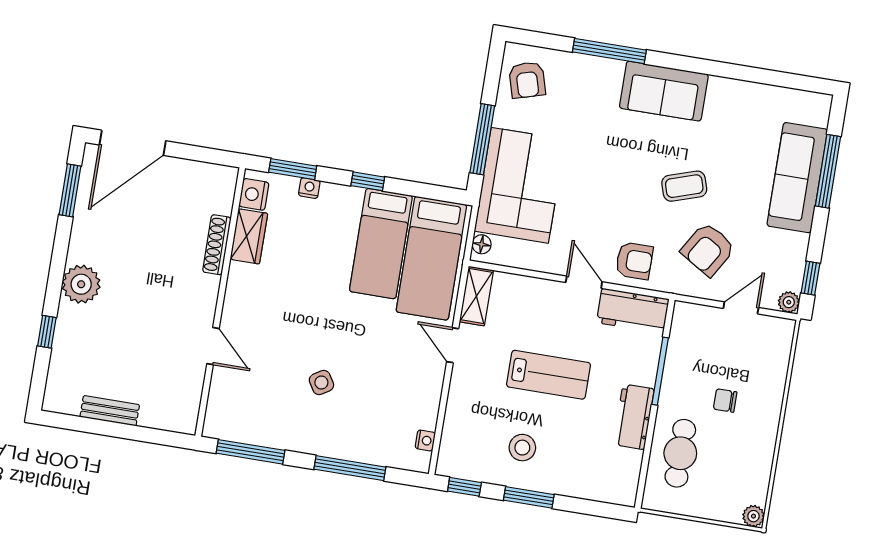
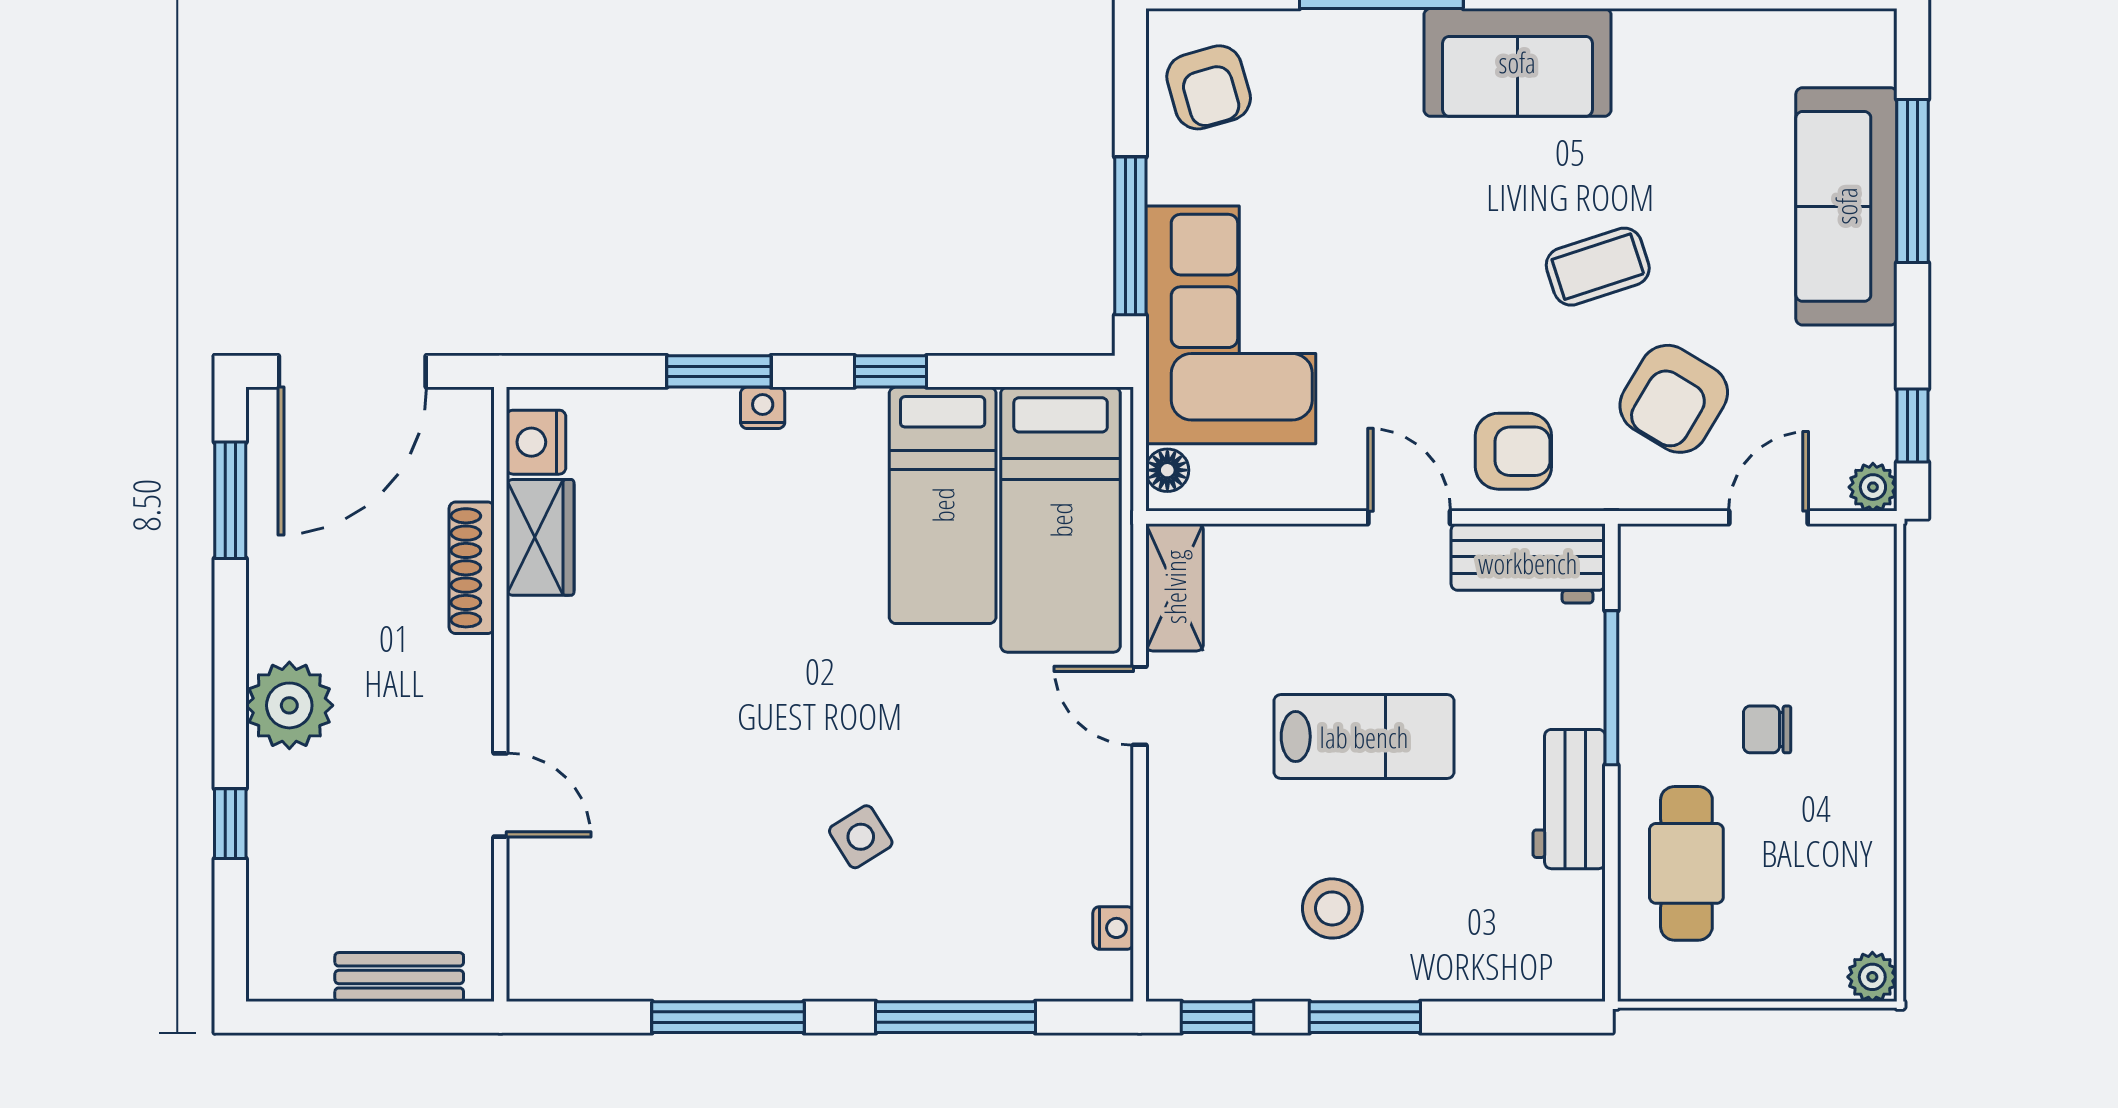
nightstand: (254, 194) -> (536, 442), moved
wardrobe: (249, 236) -> (540, 537), moved
shoe rack: (217, 245) -> (472, 568), moved
wall: (220, 302) -> (500, 694), moved
door: (213, 346) -> (500, 795), moved

